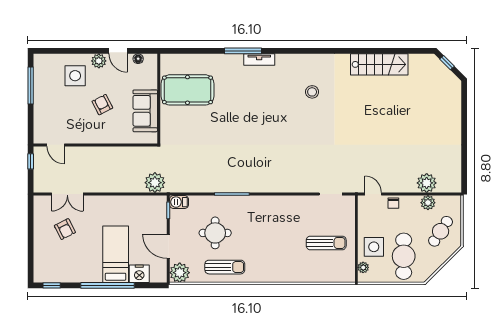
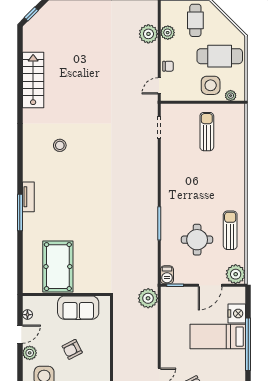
cafe table: (441, 231) -> (195, 20), turned 57

